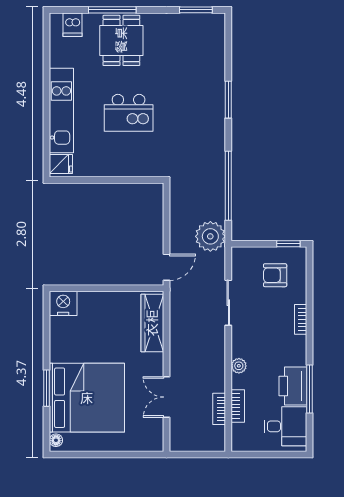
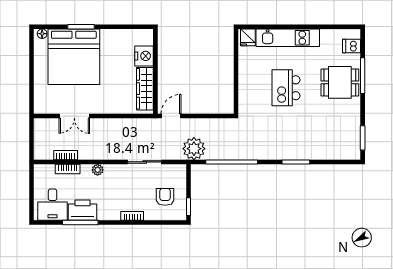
door: (166, 267) -> (171, 116), swing flipped
nightstand: (63, 303) -> (144, 56), moved
wardrobe: (152, 323) -> (145, 89), moved, turned -90
double door: (166, 397) -> (74, 116), swing flipped

